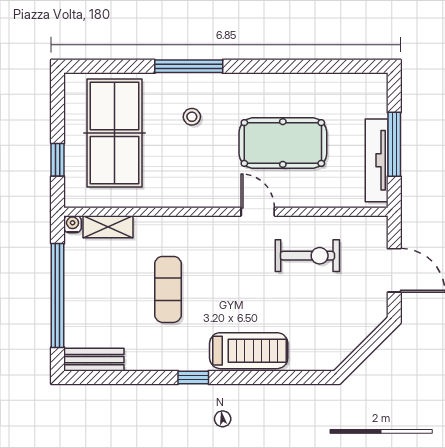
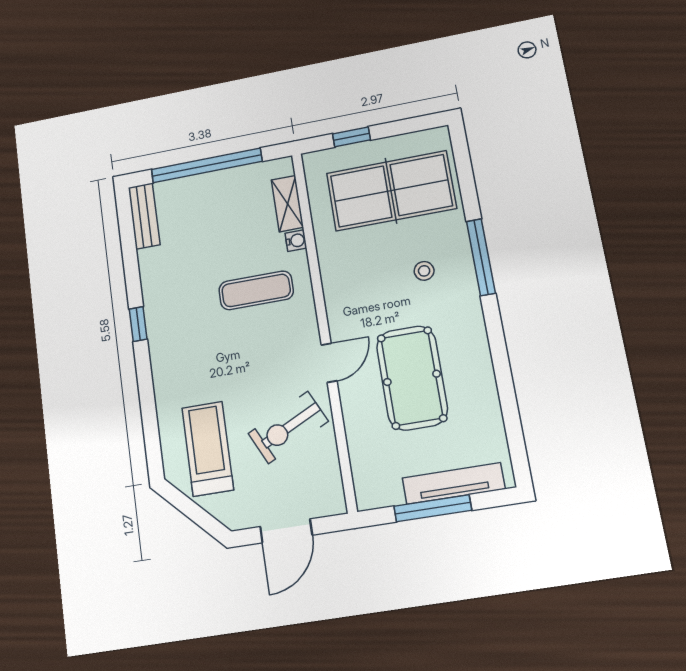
tv unit: (377, 160) -> (453, 483), moved
water cooler: (73, 224) -> (296, 241), moved
exercise bike: (307, 256) -> (288, 427), turned 64
exercise mat: (168, 289) -> (256, 290), moved
treadmill: (249, 351) -> (208, 449), moved, turned 180

